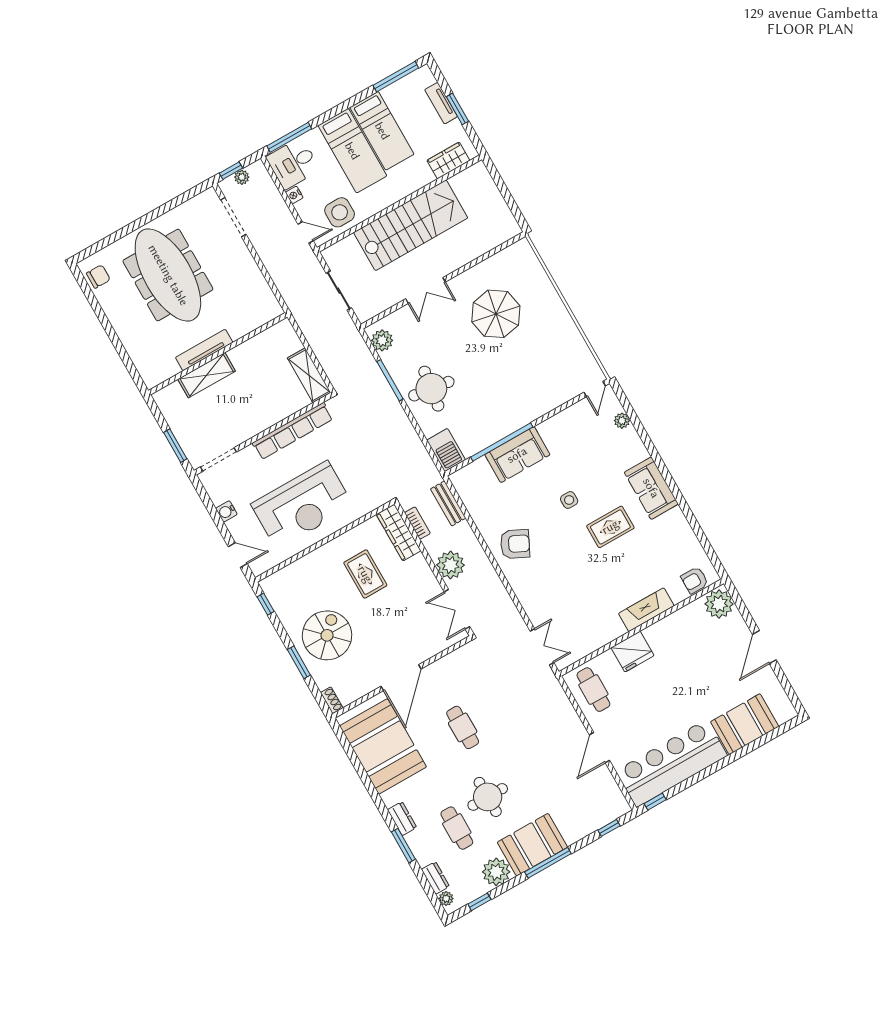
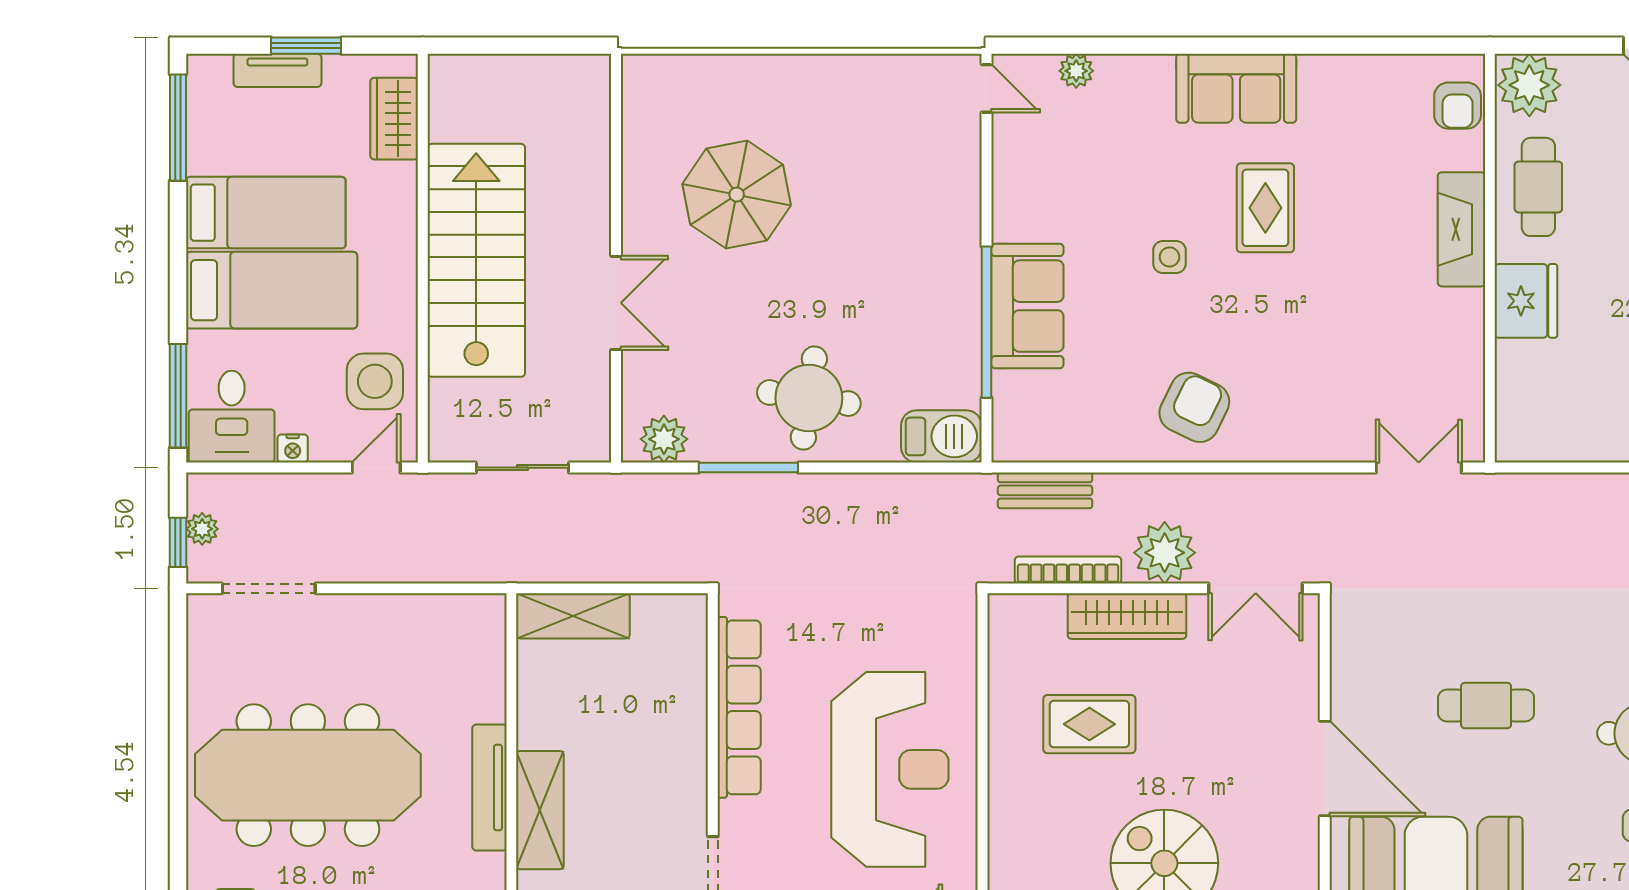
shelving: (309, 375) -> (573, 616), moved
bookcase: (417, 523) -> (1068, 570), width x1.56
wardrobe: (399, 533) -> (1127, 616), moved
cafe table: (593, 690) -> (1538, 187), moved, turned 90

